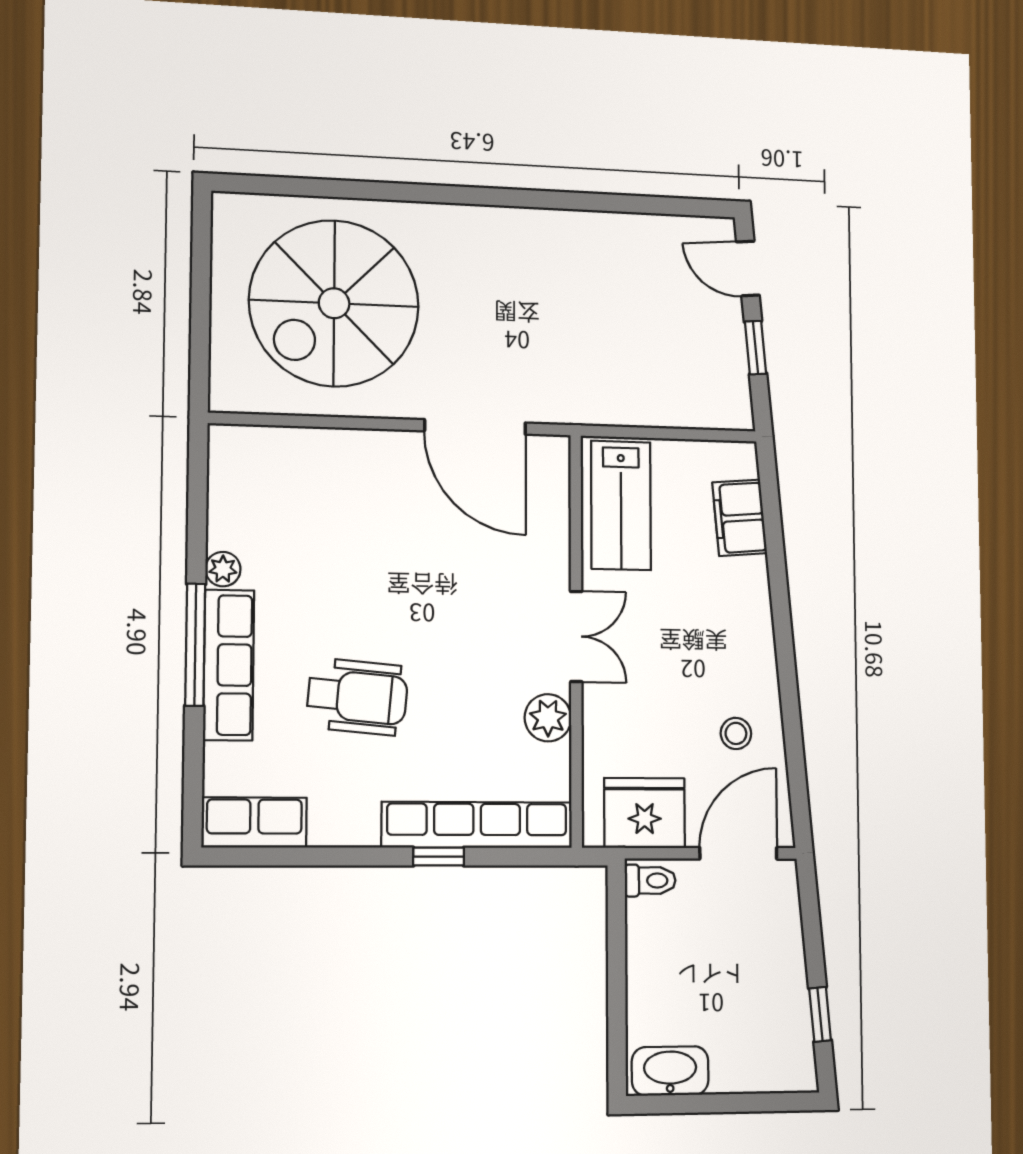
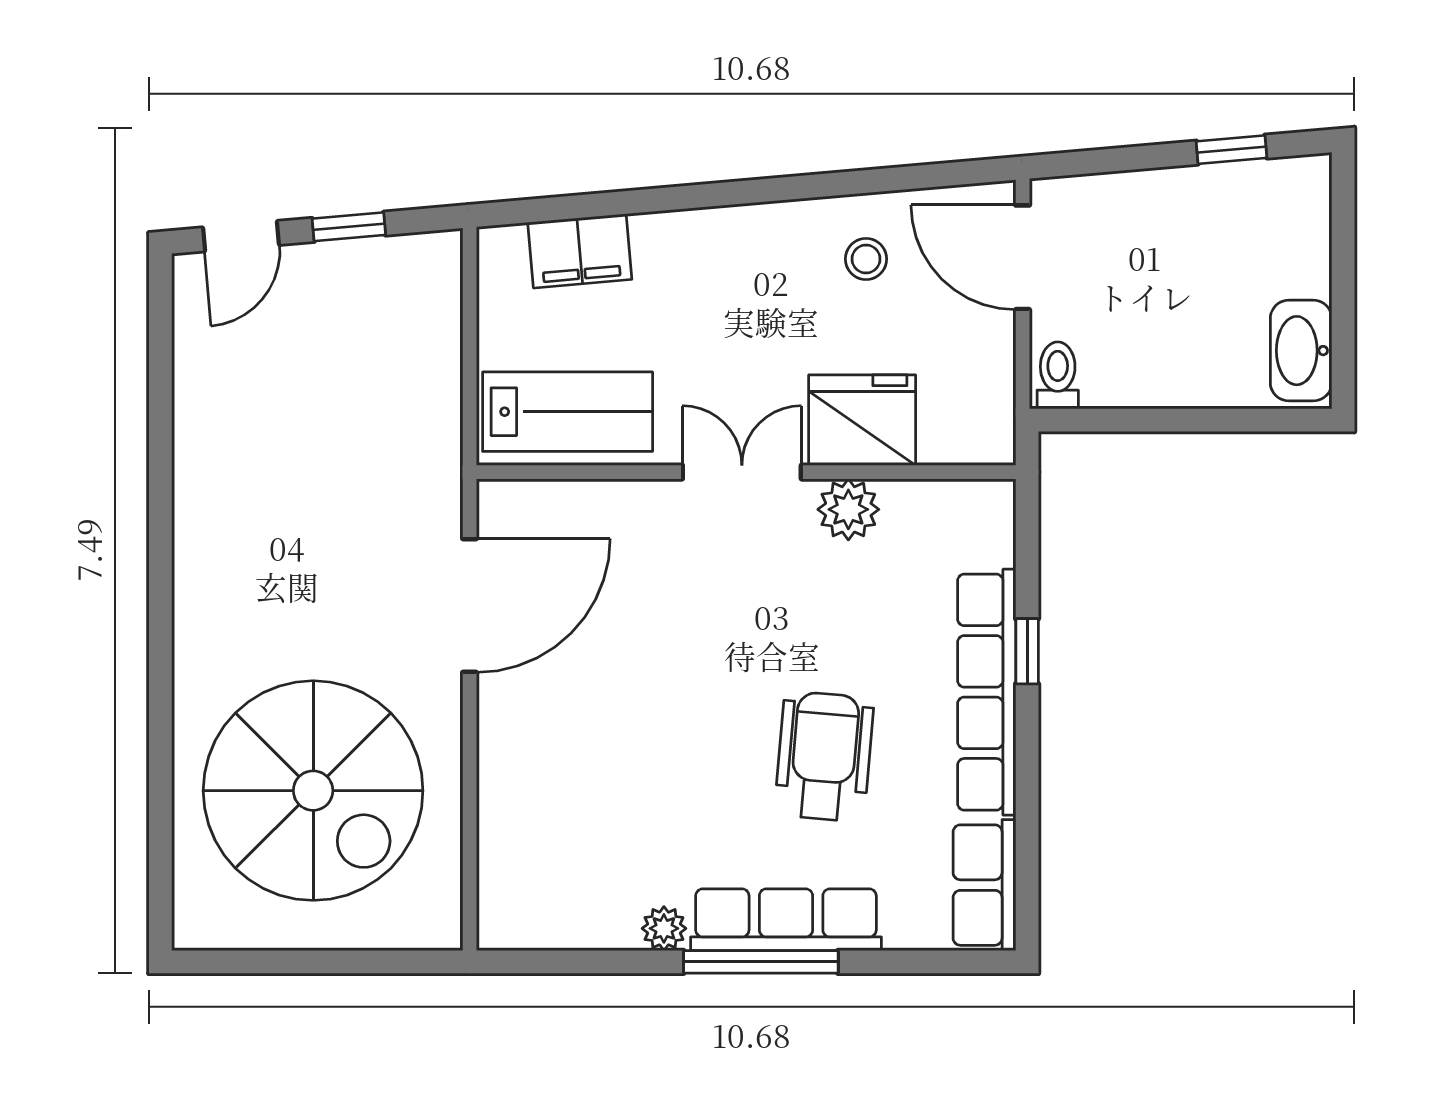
fridge: (645, 813) -> (862, 420), moved, turned 90
row of seats: (477, 825) -> (987, 692), moved

